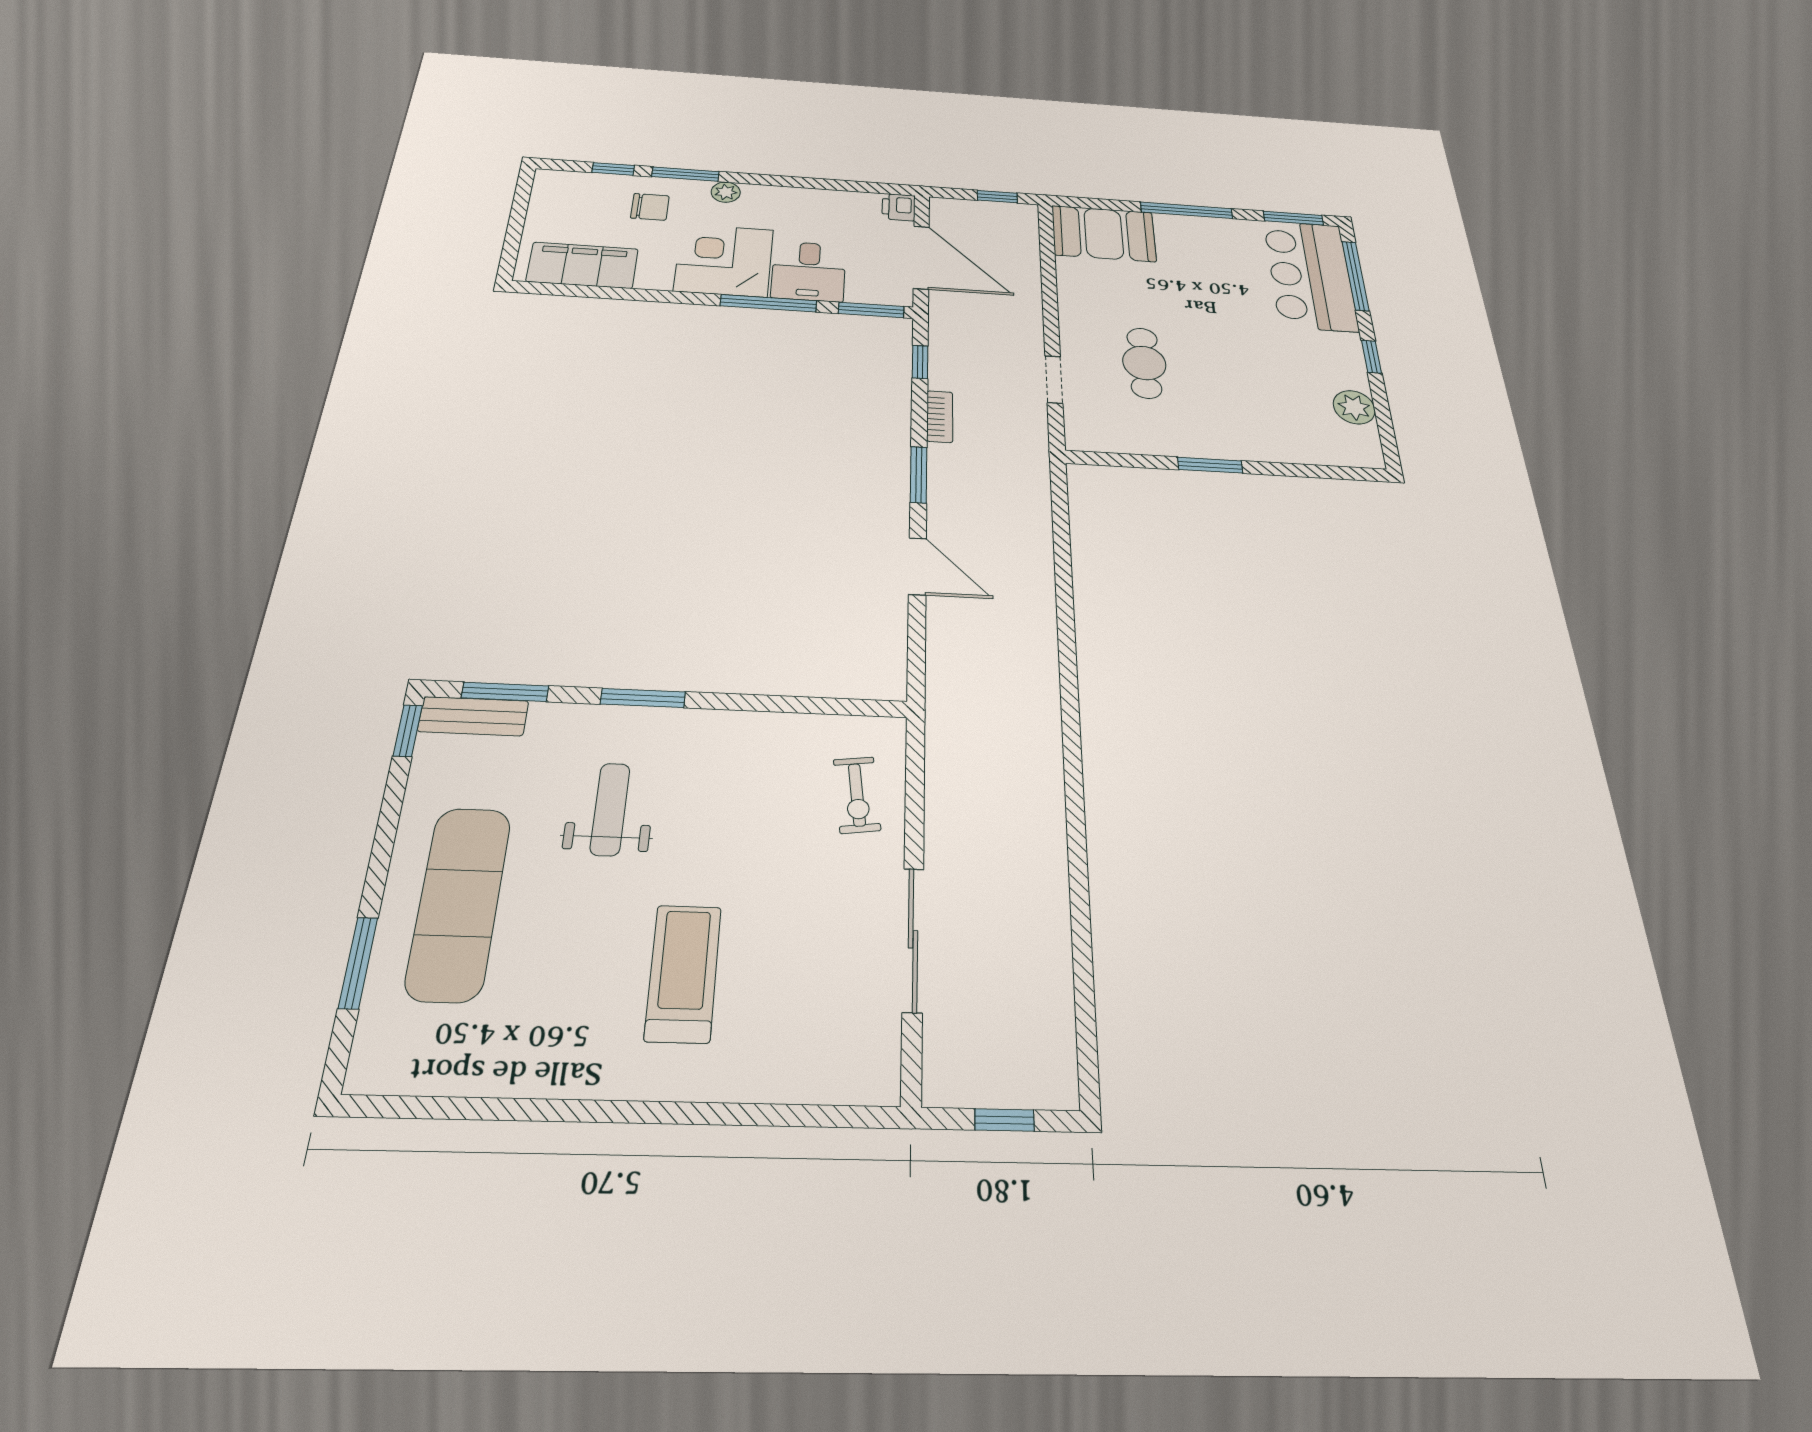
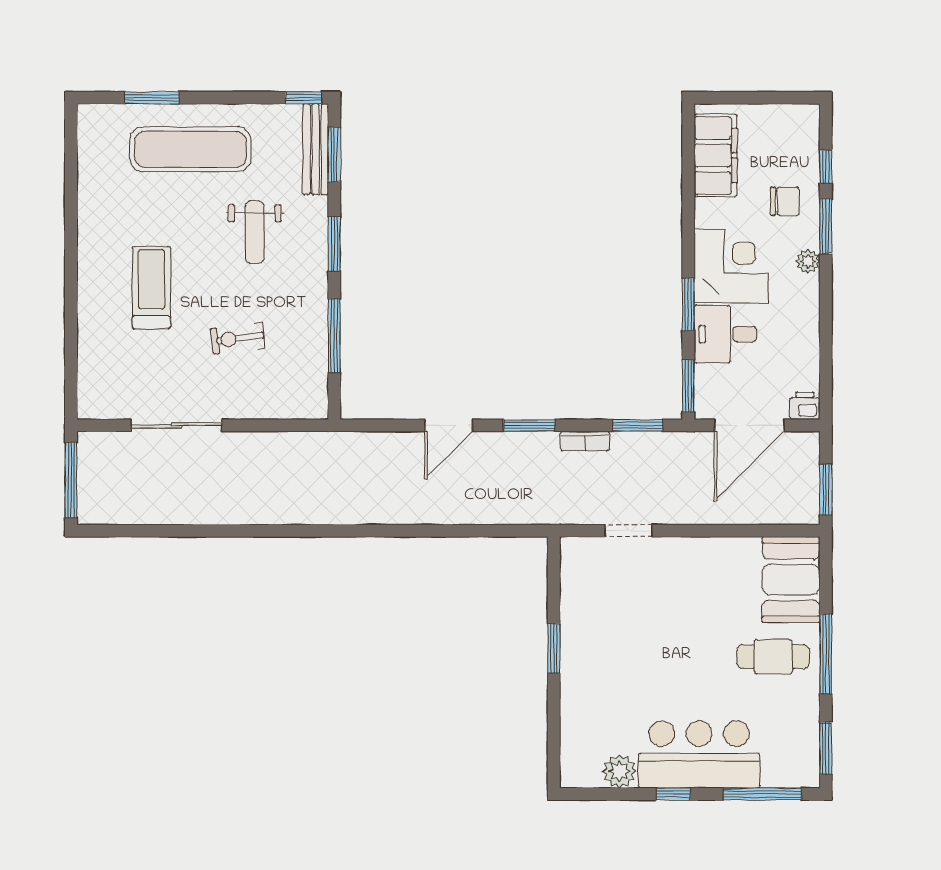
window: (997, 197) -> (826, 490), width x1.50
chair: (650, 207) -> (785, 201), turned -90
bar counter: (1310, 275) -> (699, 754), moved
window: (769, 303) -> (688, 304), width x0.69
window: (920, 362) -> (638, 425), width x1.50
cafe table: (1144, 363) -> (773, 657), moved
window: (782, 704) -> (334, 336), added
bench: (473, 716) -> (316, 149), width x1.36
exercise bike: (857, 795) -> (238, 338), moved
weight bench: (610, 809) -> (255, 232), turned 90
treadmill: (683, 973) -> (151, 288), turned -90
window: (1004, 1120) -> (71, 480), width x2.17

